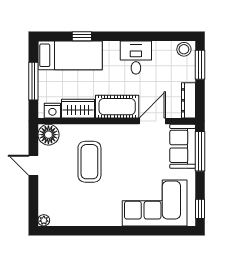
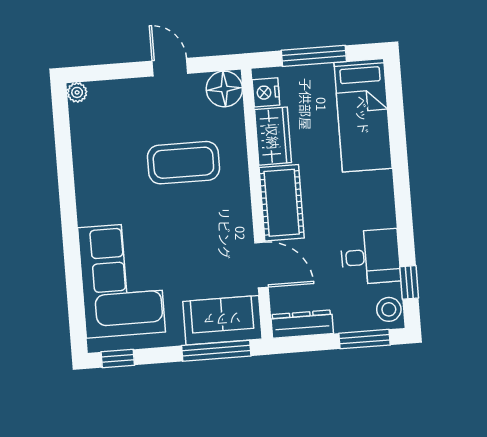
window: (82, 36) -> (409, 282), moved
desk: (136, 58) -> (370, 257), moved
door: (33, 165) -> (170, 67), hinge flipped

